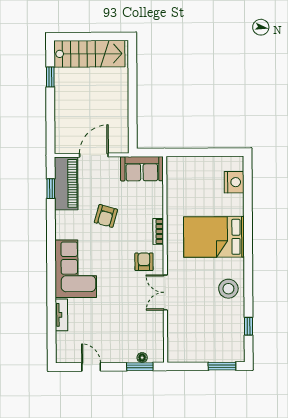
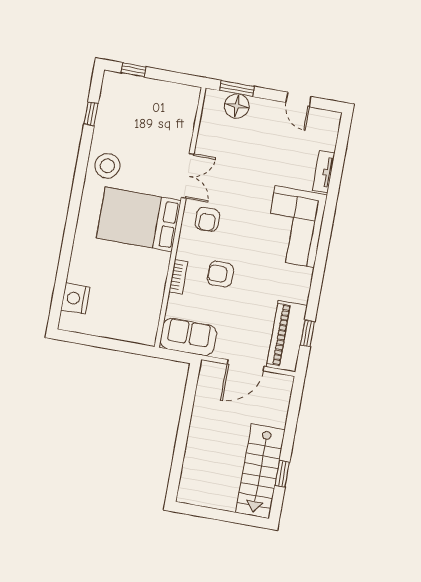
stairs: (89, 54) -> (260, 471), moved, turned -90
armchair: (106, 216) -> (220, 274), moved, turned -106
bookcase: (158, 231) -> (178, 277), moved
bed: (214, 237) -> (139, 219), moved, turned 180
floor lamp: (142, 358) -> (237, 106), width x1.89, depth x1.89
window: (222, 366) -> (134, 70), width x0.67

